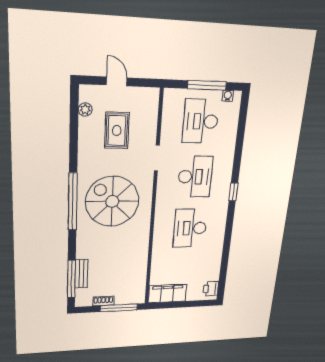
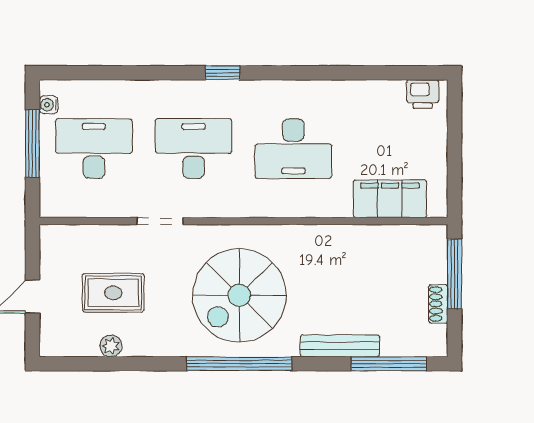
plant: (85, 110) -> (111, 346), moved
desk: (201, 121) -> (94, 149), turned 180
bench: (81, 274) -> (340, 346), moved, width x1.36
filing cabinet: (167, 293) -> (390, 199), moved, turned 90

